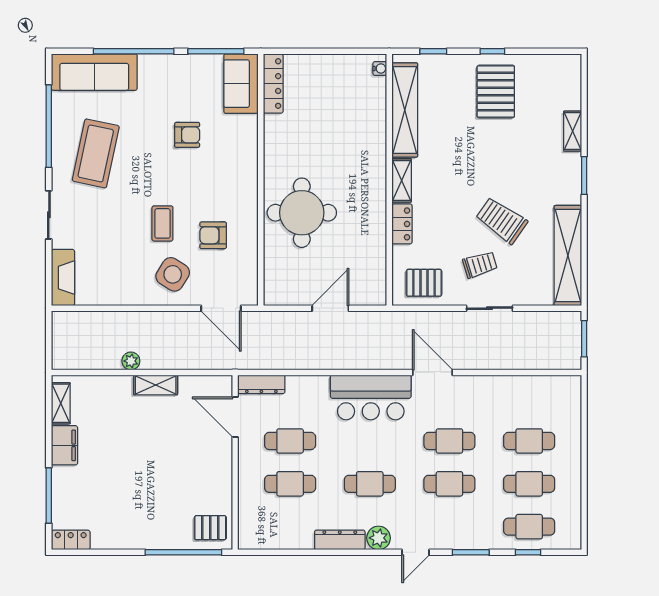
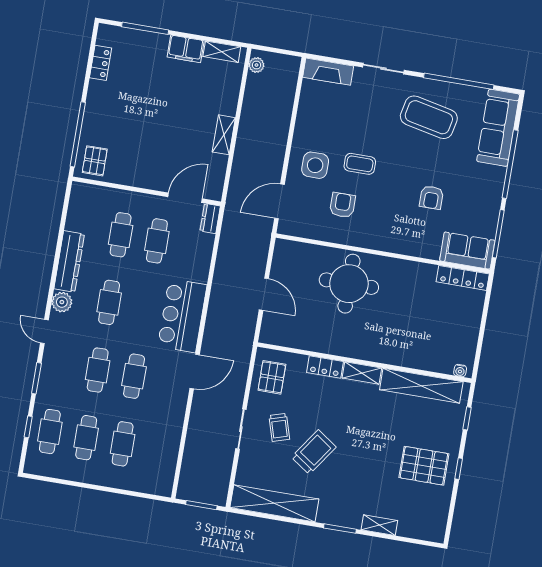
side table: (173, 274) -> (315, 165), turned -32
plant: (131, 361) -> (256, 65), moved
dresser: (261, 384) -> (210, 219), width x0.70
locker: (71, 540) -> (101, 63), moved
dresser: (340, 540) -> (69, 261), width x1.37, depth x1.24

